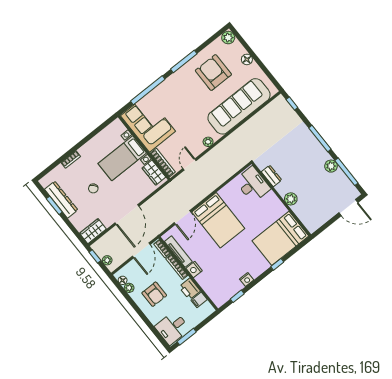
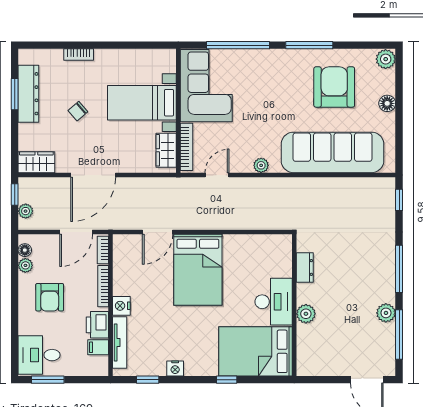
desk: (253, 185) -> (274, 302), moved
tv unit: (178, 252) -> (120, 343), moved

